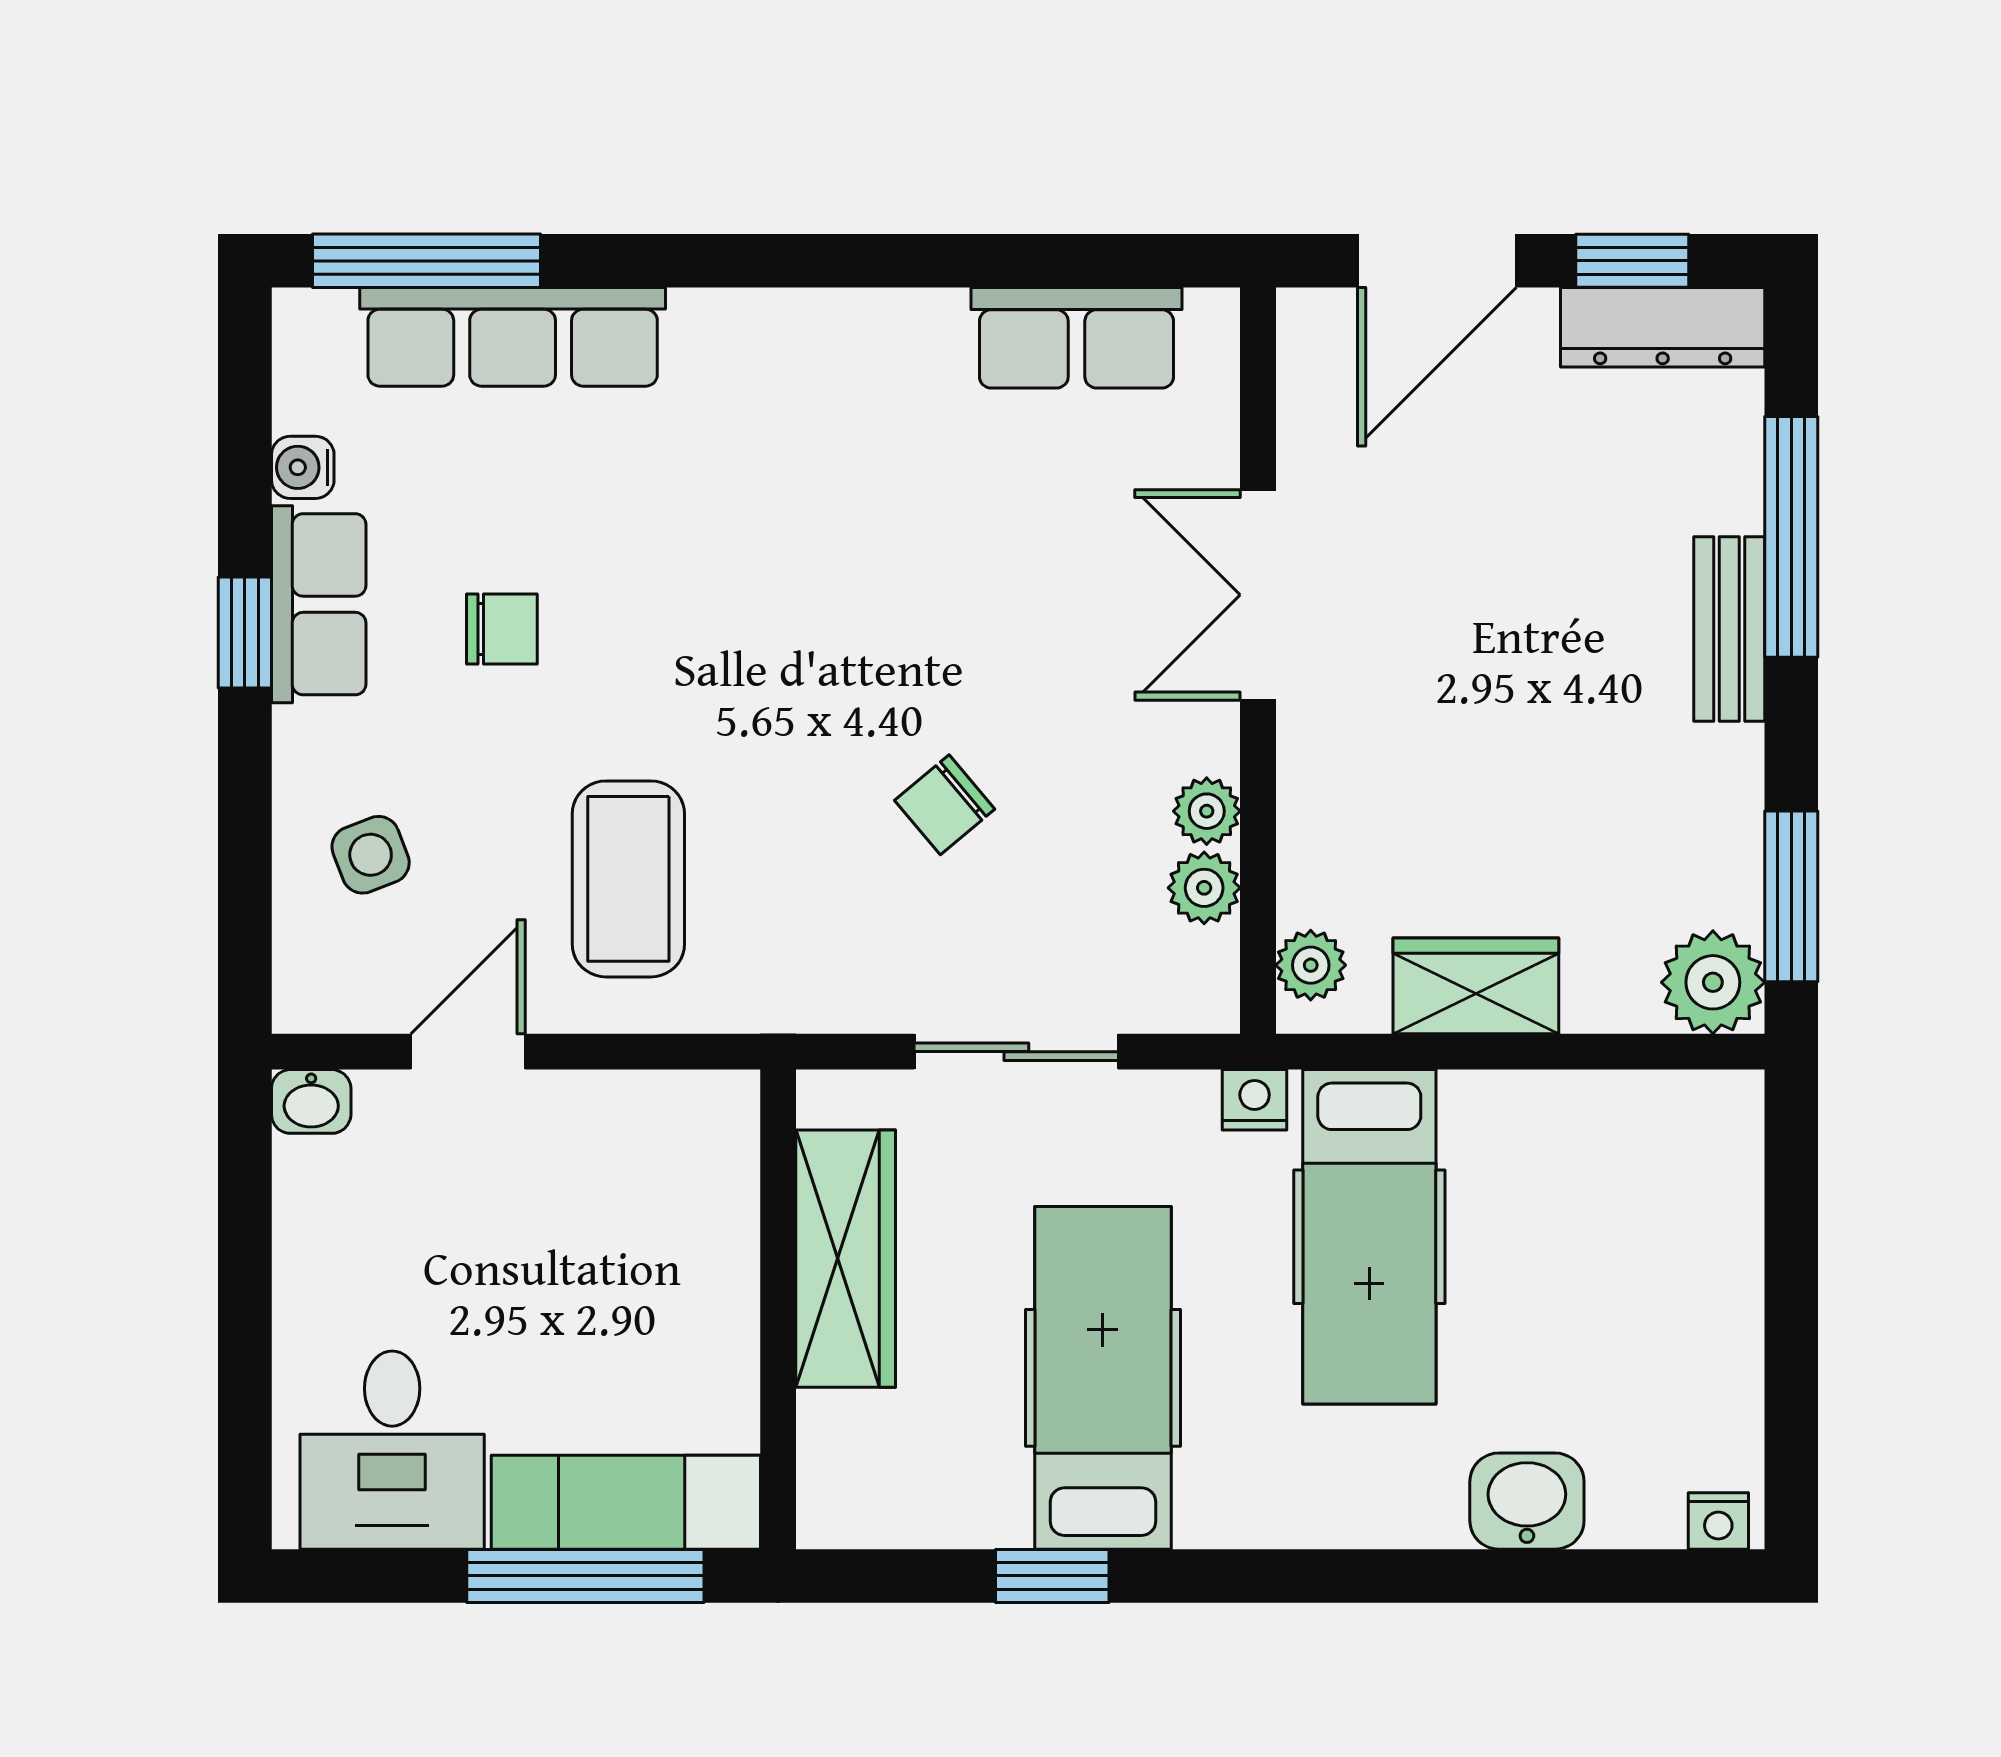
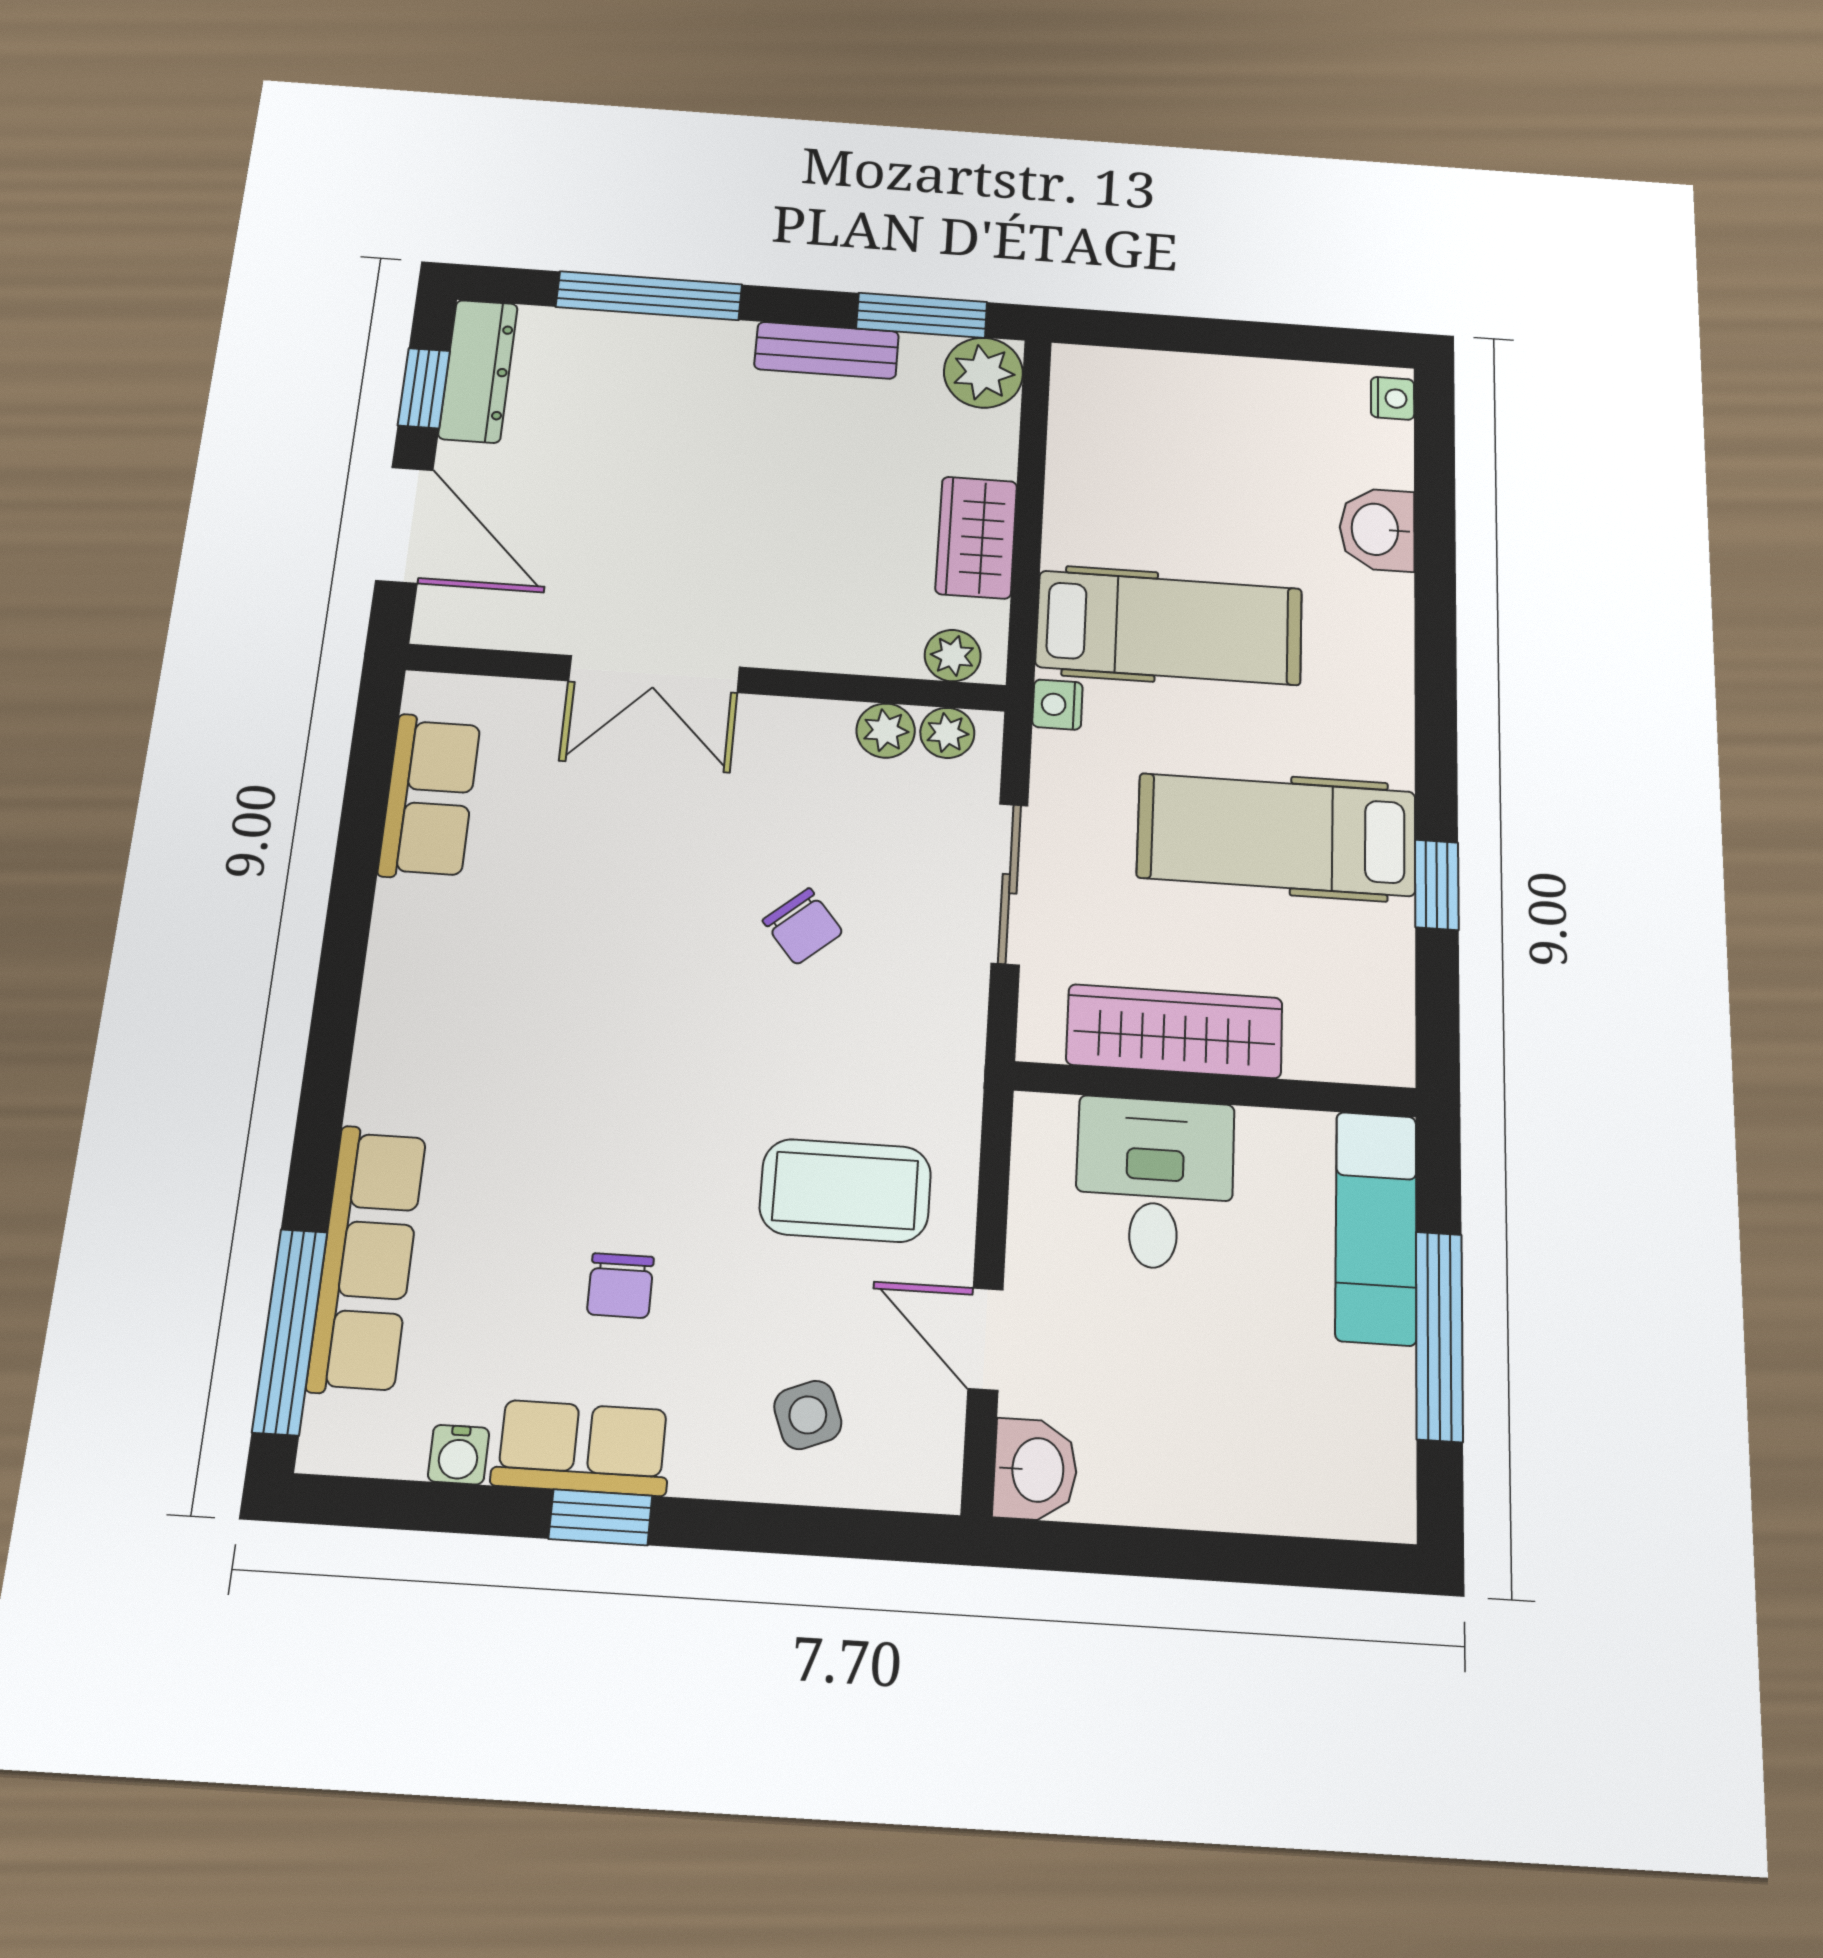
chair: (502, 629) -> (620, 1286), turned 180
bench: (1729, 629) -> (827, 350), moved
plant: (1207, 811) -> (947, 733), moved
washbasin: (311, 1101) -> (1035, 1470), width x1.38, depth x1.45
desk: (392, 1450) -> (1155, 1183), moved, turned -90
window: (585, 1576) -> (1439, 1336), moved

